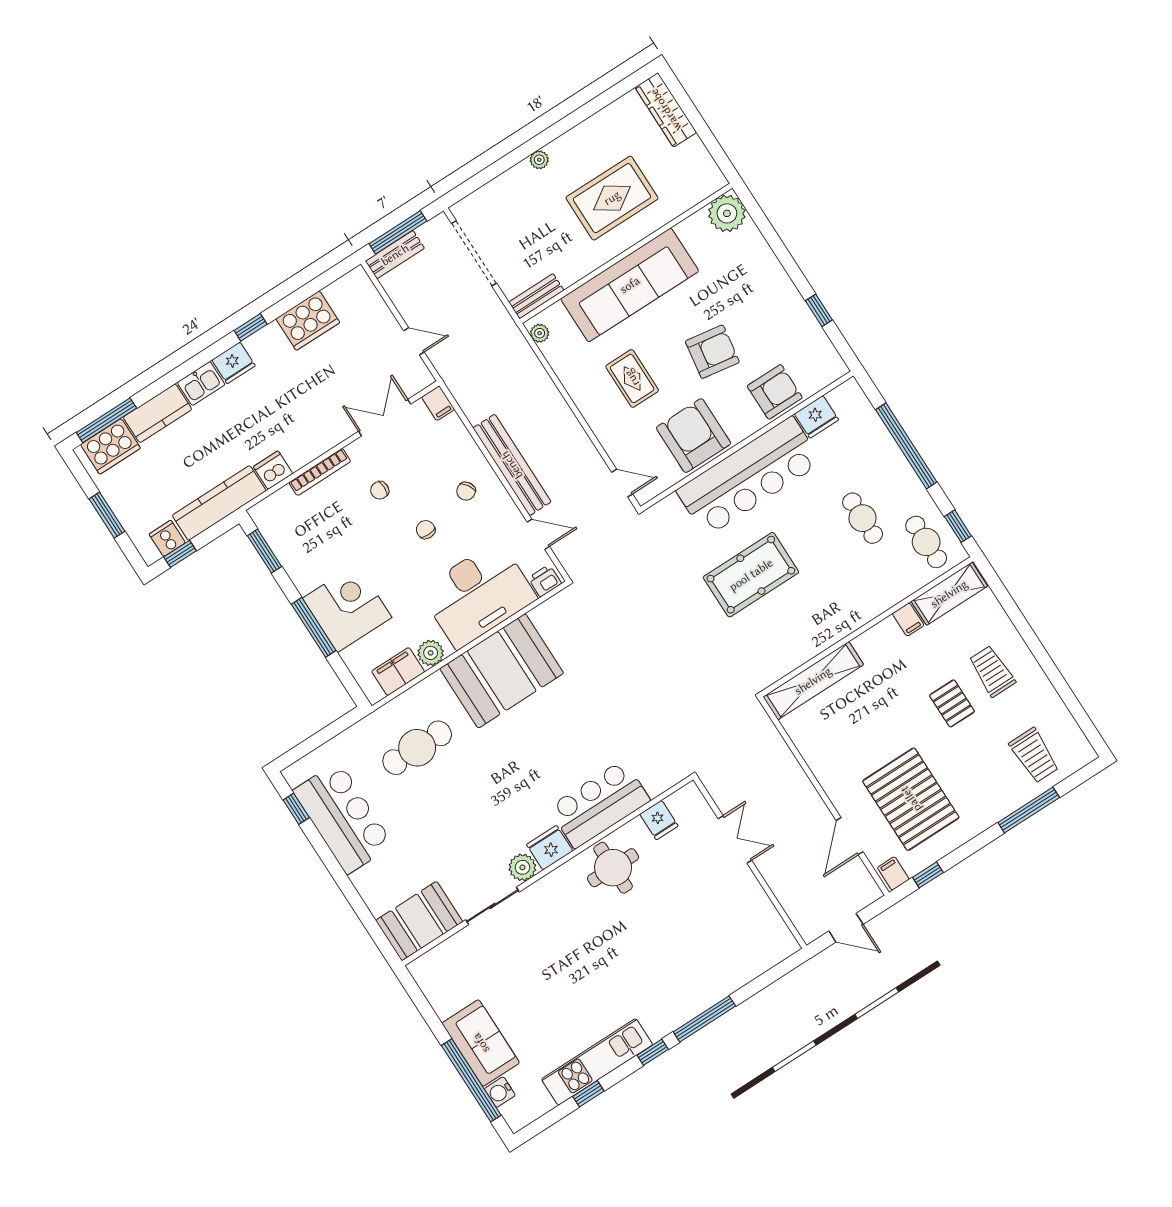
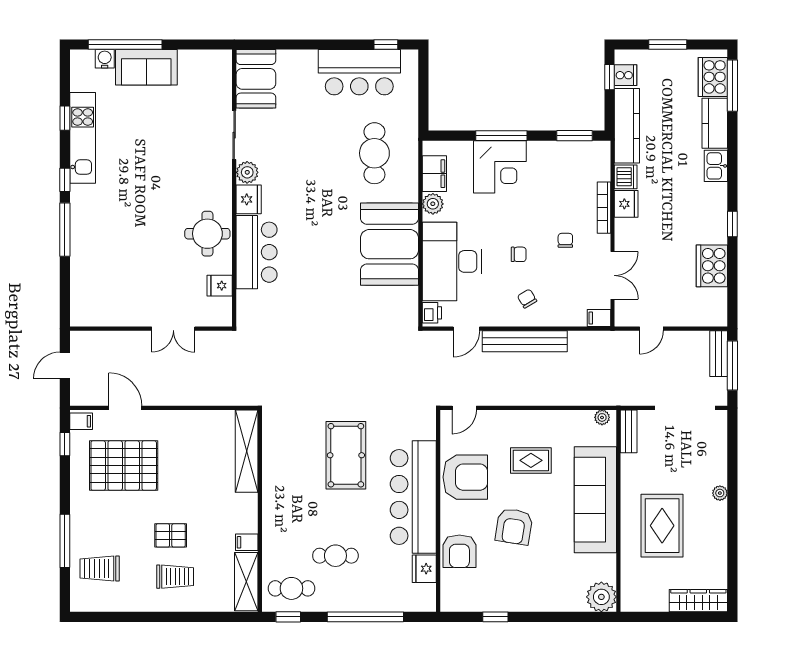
fridge: (233, 363) -> (626, 204), moved, turned 180

